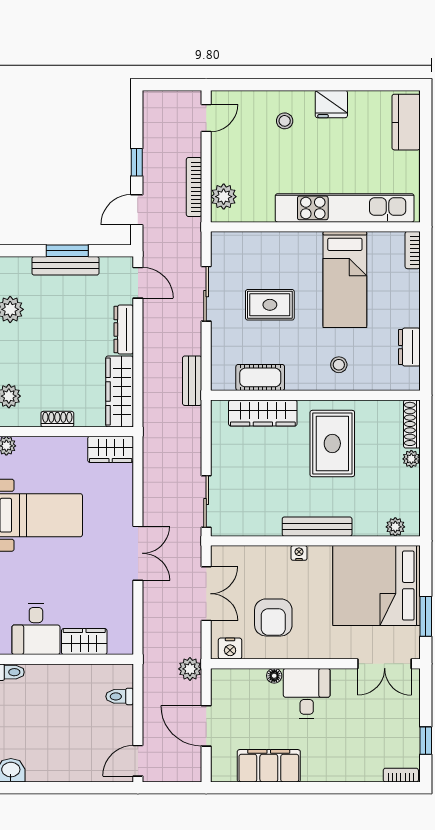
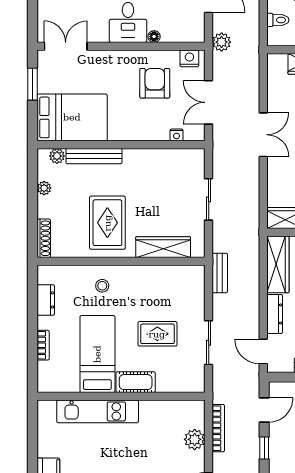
plant: (224, 197) -> (195, 439), moved
kitchen unit: (345, 208) -> (98, 411), width x0.73
bookcase: (413, 250) -> (43, 345), moved
cot: (260, 377) -> (136, 382), moved
plant: (411, 459) -> (44, 188), moved
sliding door: (206, 501) -> (209, 199), moved
bench: (317, 527) -> (94, 156), moved
double door: (138, 553) -> (263, 135), swing flipped
nightstand: (299, 553) -> (177, 135), moved
bed: (376, 586) -> (72, 117), width x0.73

